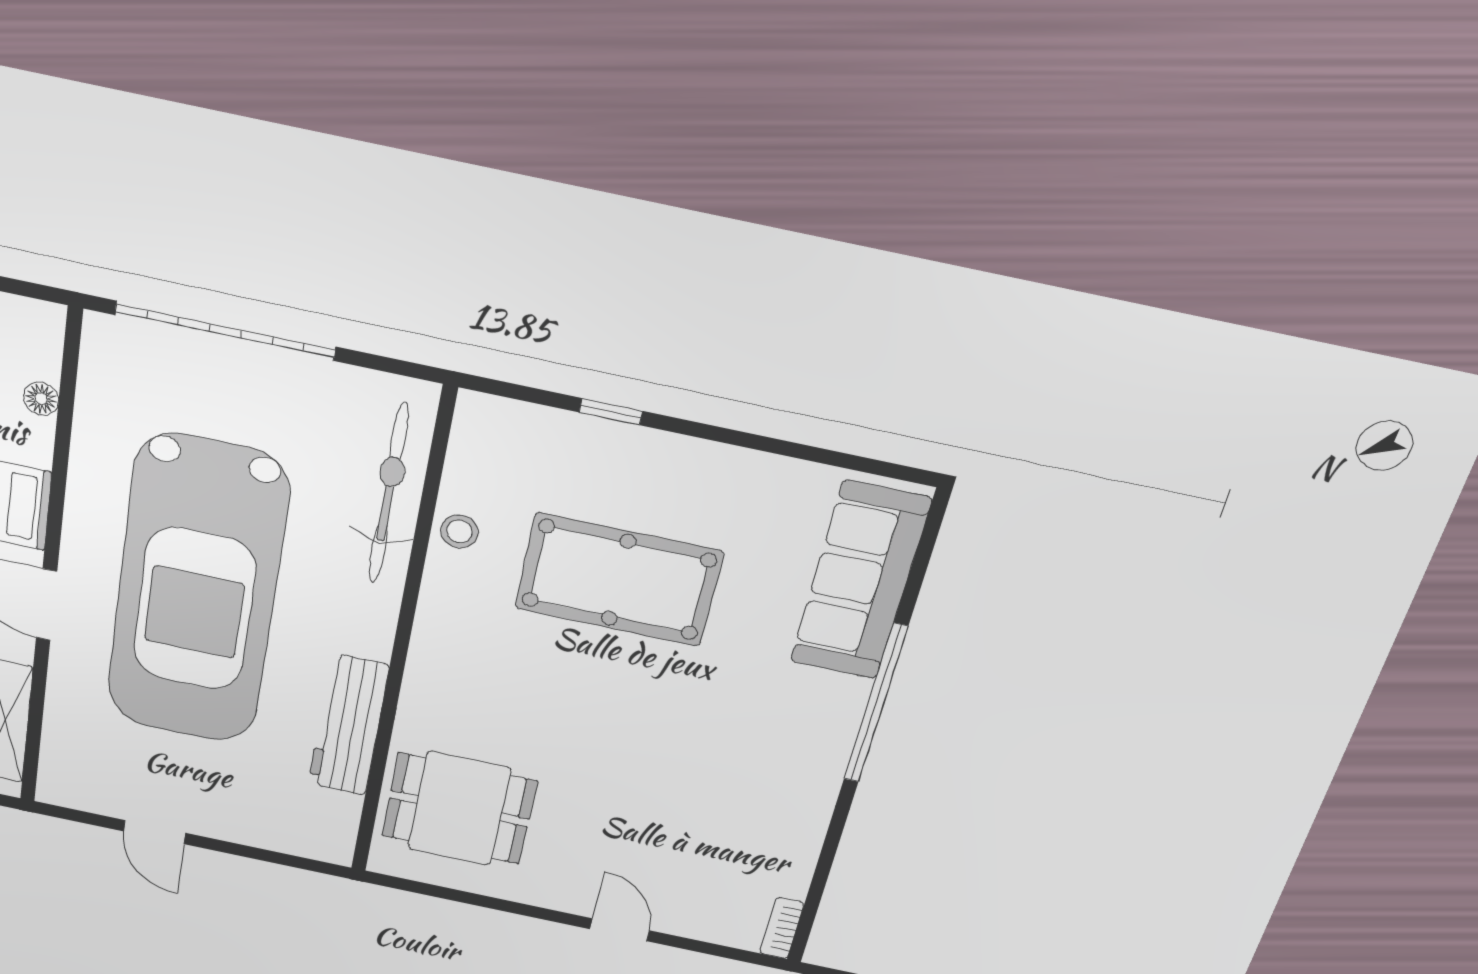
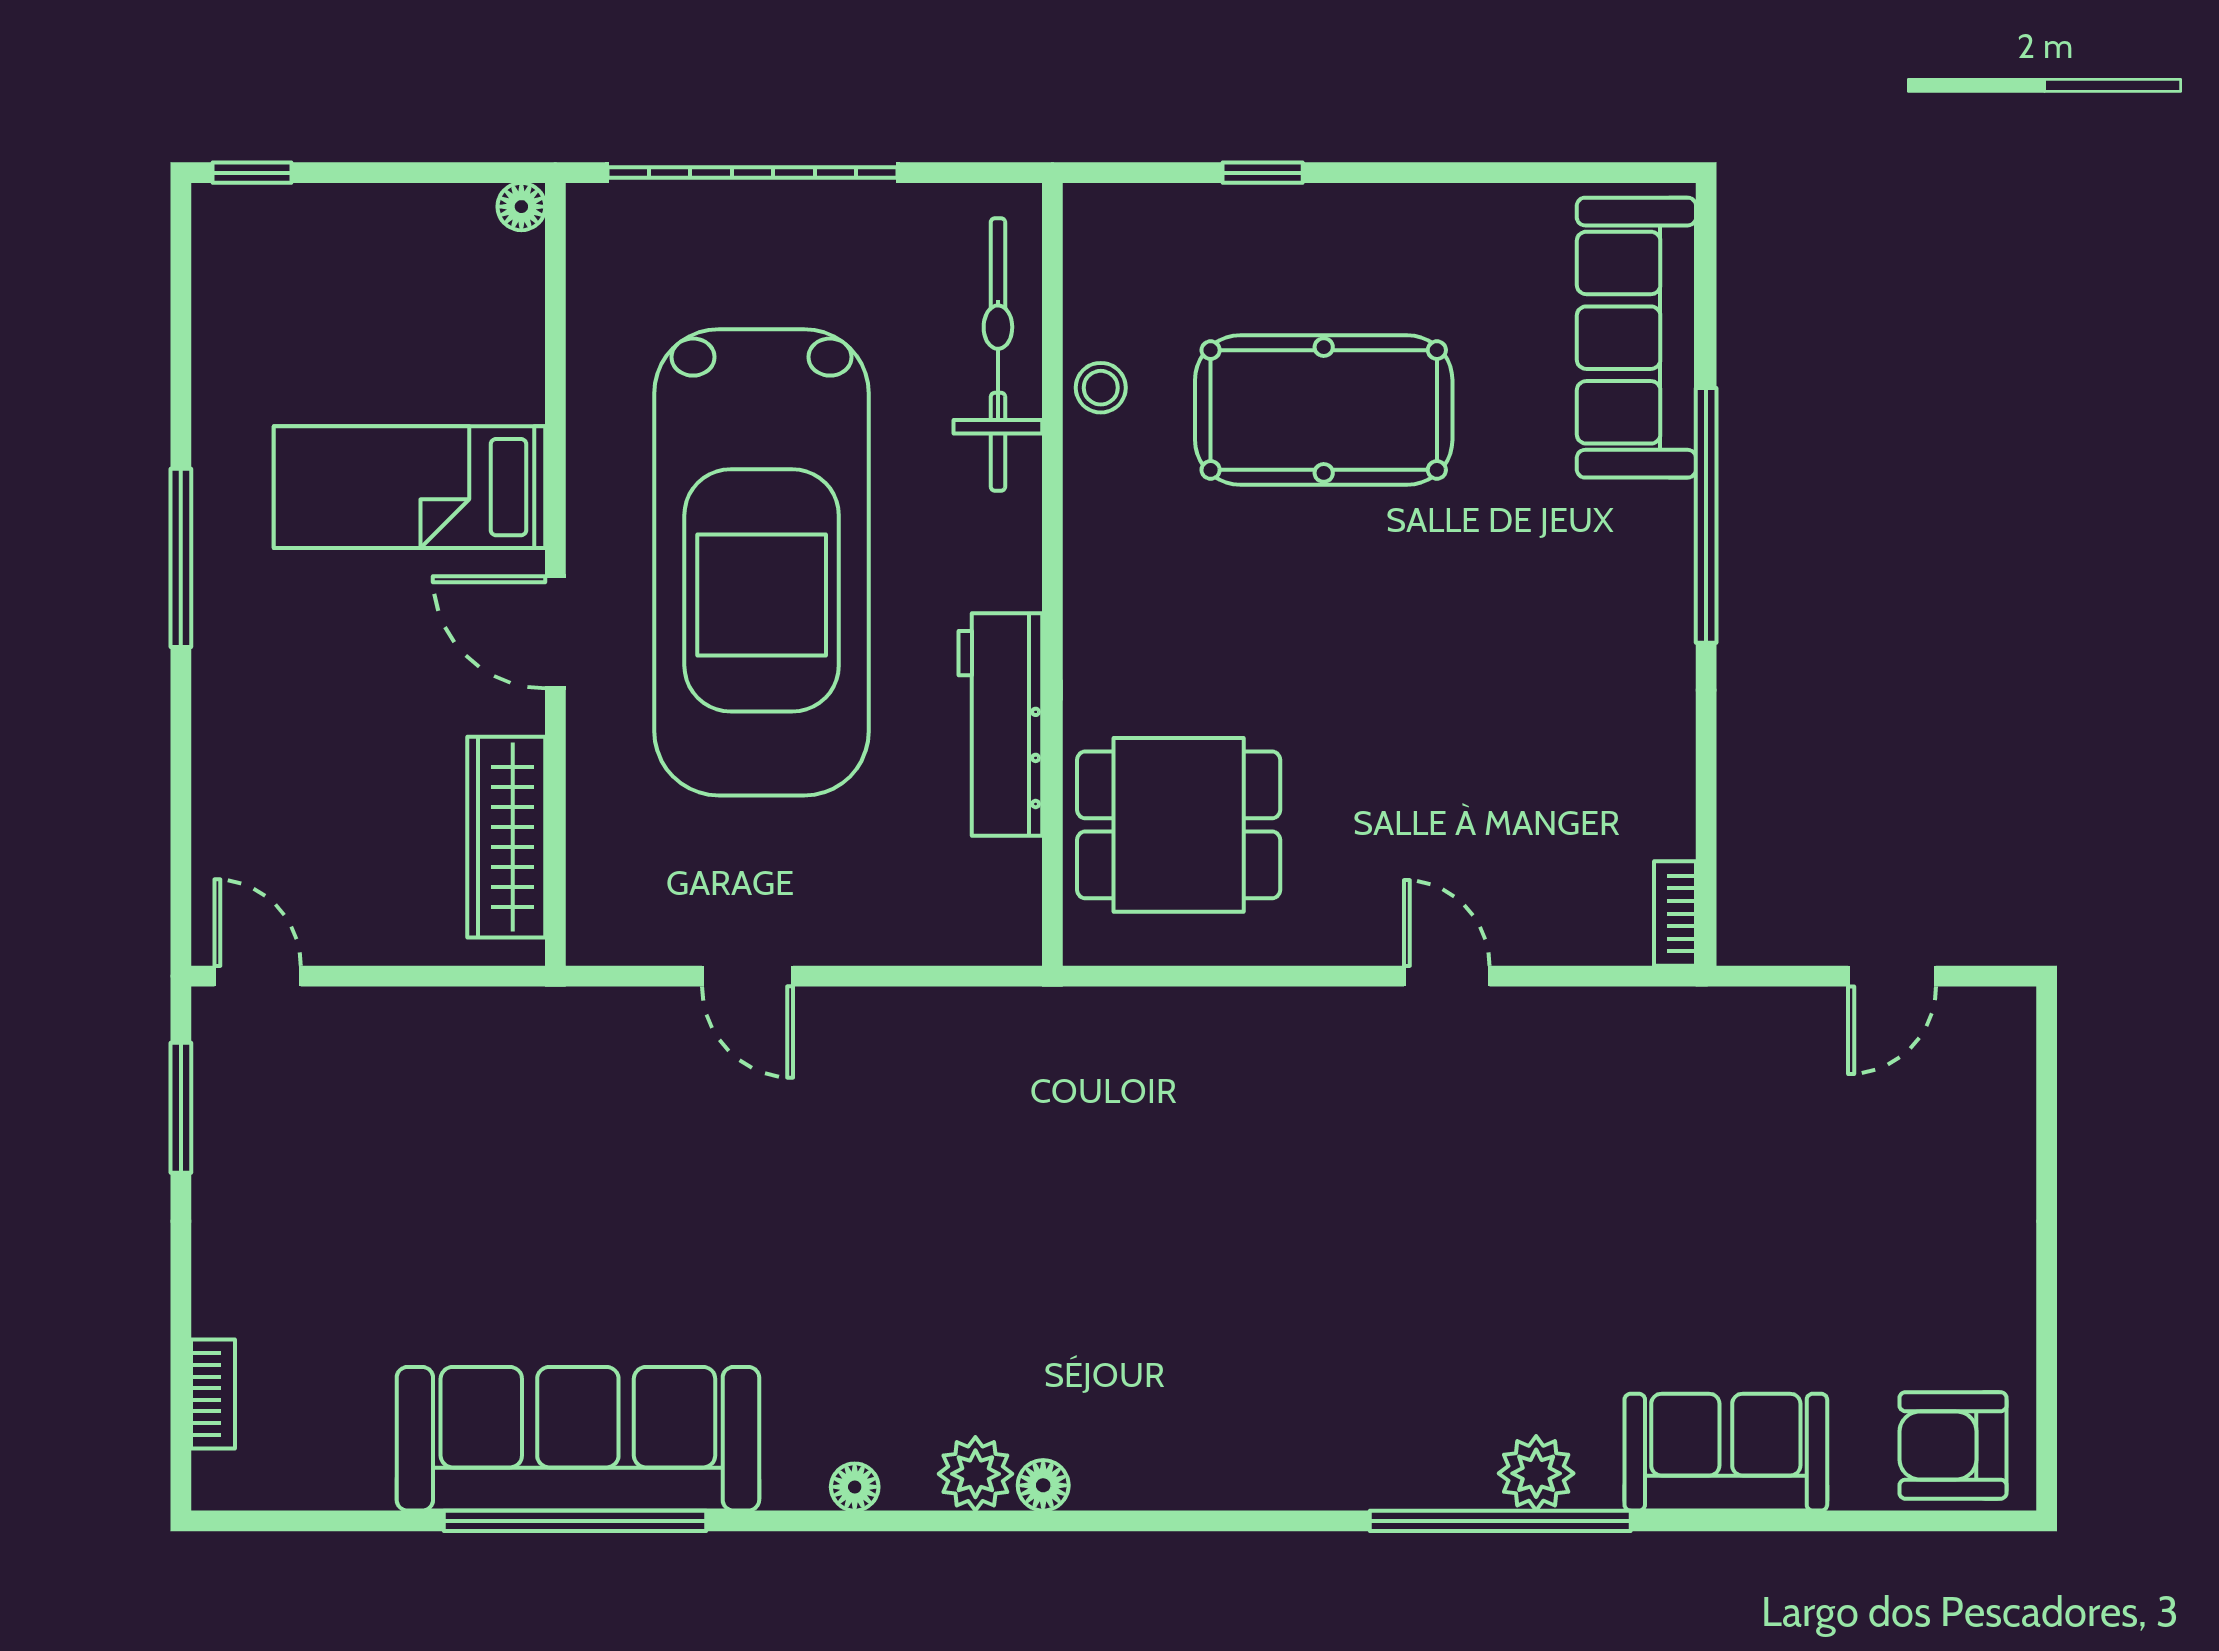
floor lamp: (41, 399) -> (521, 207), moved

